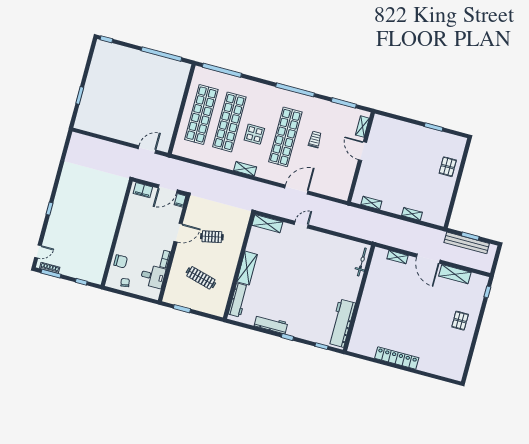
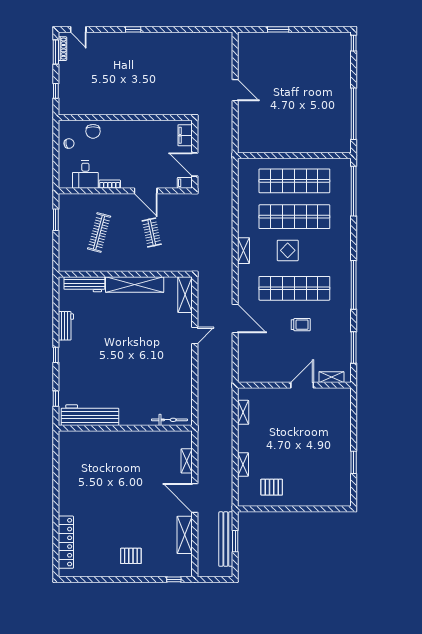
door: (147, 149) -> (235, 90), moved
pallet: (448, 167) -> (272, 487), moved
door: (301, 225) -> (195, 335), hinge flipped
door: (428, 259) -> (195, 498), hinge flipped
shelving: (247, 268) -> (135, 285), width x1.47
workbench: (271, 324) -> (66, 326), width x0.73
locker: (397, 358) -> (66, 542), moved

